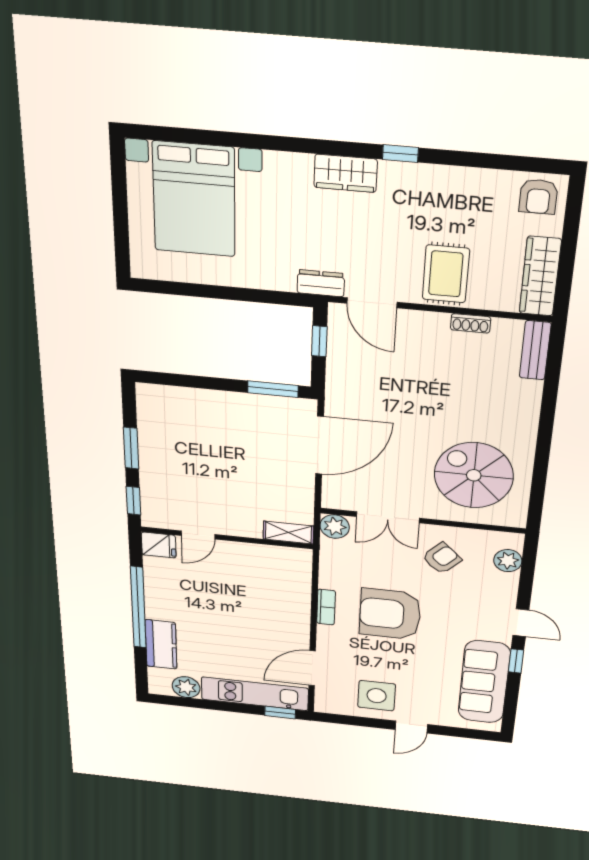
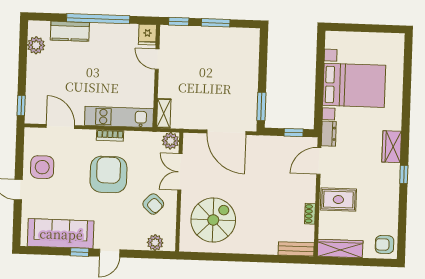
bed with nightstands: (194, 199) -> (354, 85), moved, turned 180
kitchen unit: (255, 694) -> (119, 117), moved, turned -90

